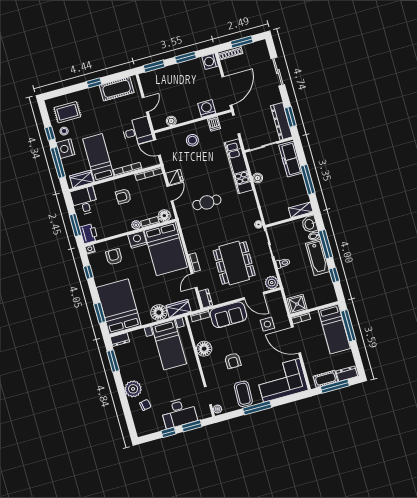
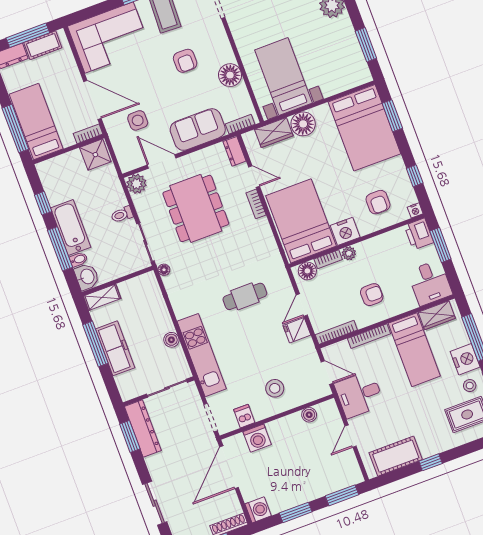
freezer: (291, 159) -> (115, 348), moved
door: (194, 281) -> (254, 177), hinge flipped
dresser: (120, 340) -> (358, 78), removed
armchair: (233, 361) -> (185, 61), turned 180

